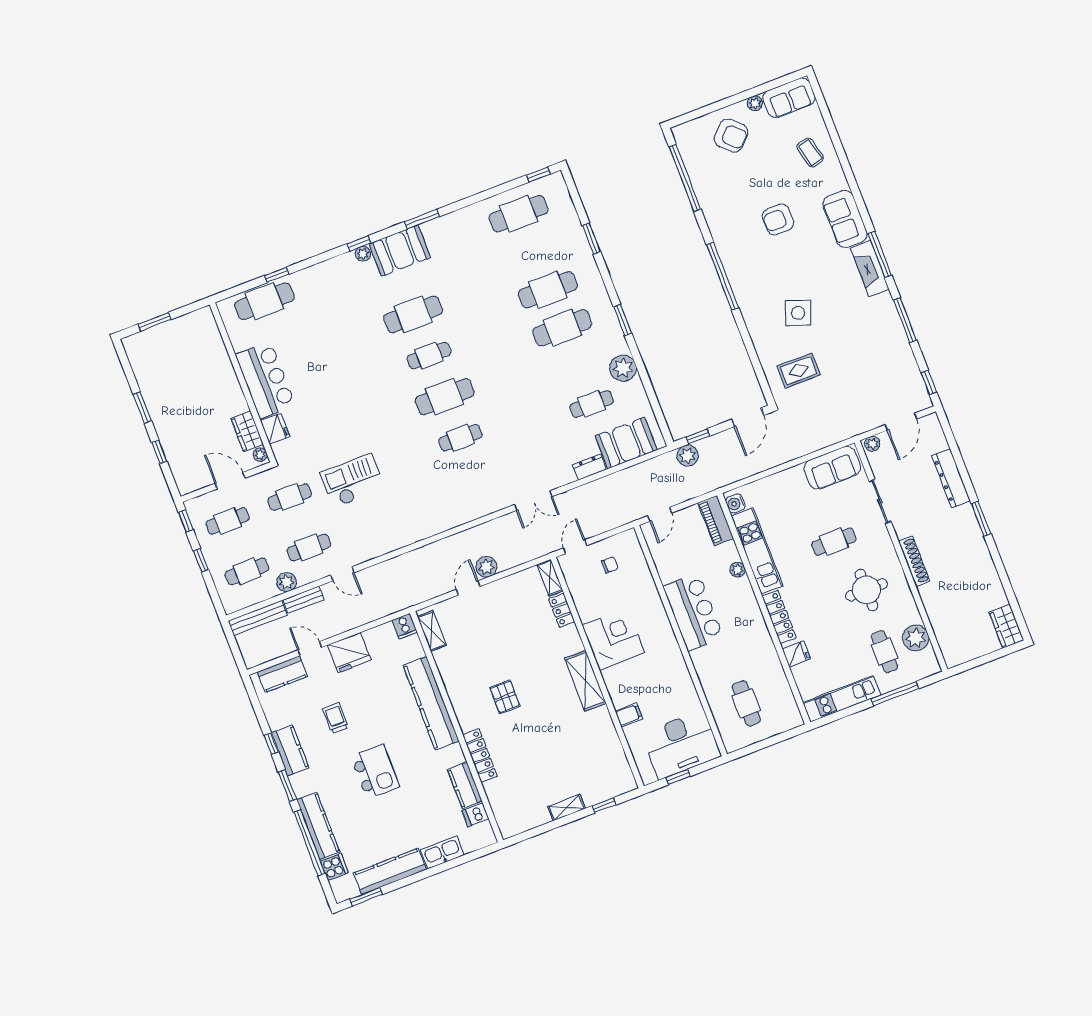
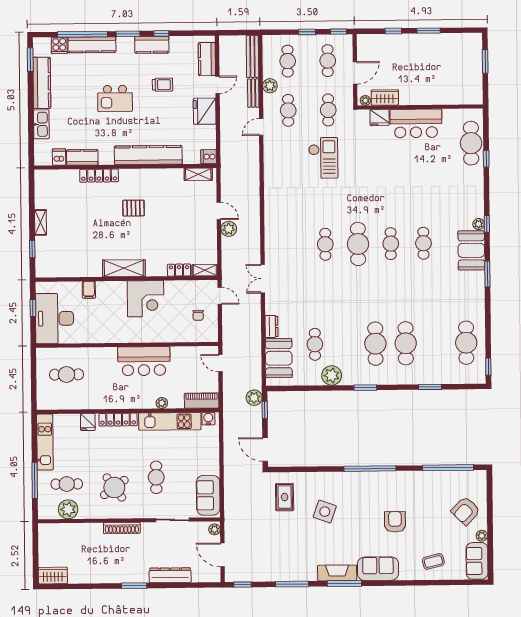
cafe table: (413, 314) -> (423, 243), width x0.73, depth x0.74
round table: (866, 590) -> (114, 487), turned -36

